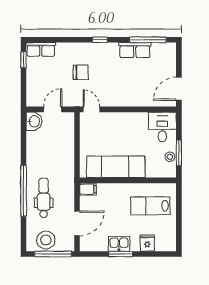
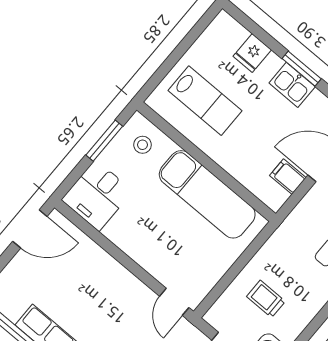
trolley: (54, 143) -> (266, 299), added
stool: (170, 157) -> (142, 145), moved
filing cabinet: (88, 189) -> (288, 177), moved

